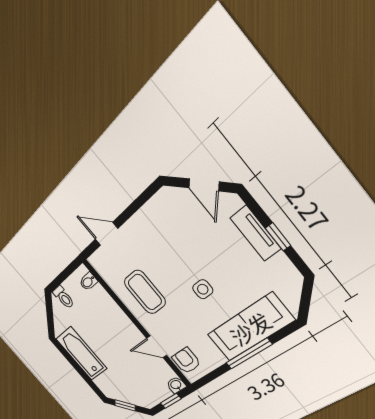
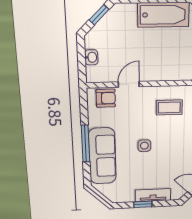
coffee table: (145, 292) -> (169, 107), width x0.73, depth x0.77
washbasin: (176, 385) -> (91, 57), moved
window: (171, 401) -> (82, 60), removed

